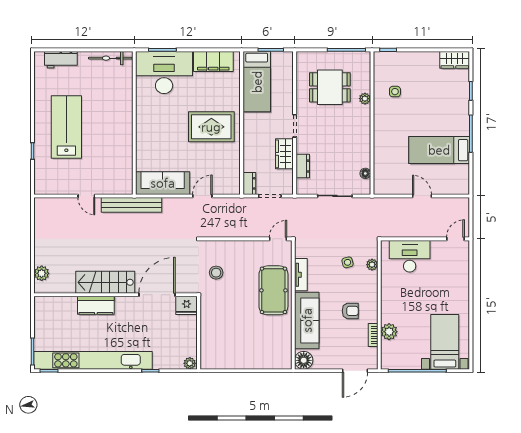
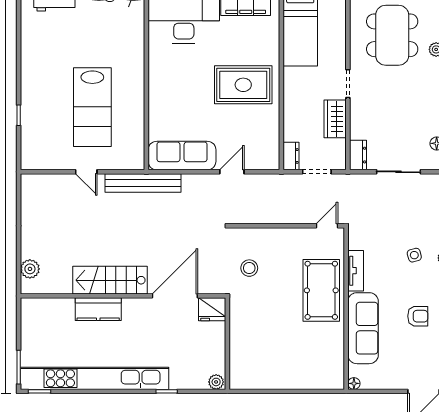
dining table: (330, 87) -> (392, 35), width x1.38
lab bench: (66, 127) -> (92, 107), moved, turned 180
dresser: (303, 166) -> (358, 155), moved
floor lamp: (304, 360) -> (354, 383), width x0.53, depth x0.53

